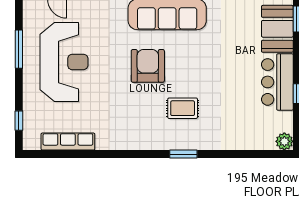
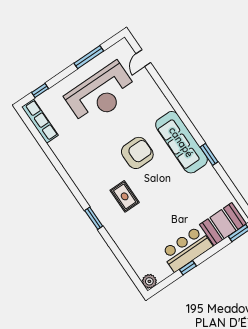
row of seats: (68, 142) -> (40, 121), moved

